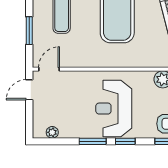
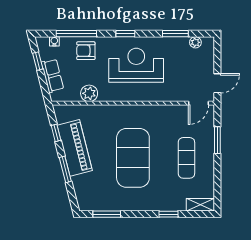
reception desk: (114, 109) -> (136, 65), turned -90
window: (93, 141) -> (175, 34), moved

